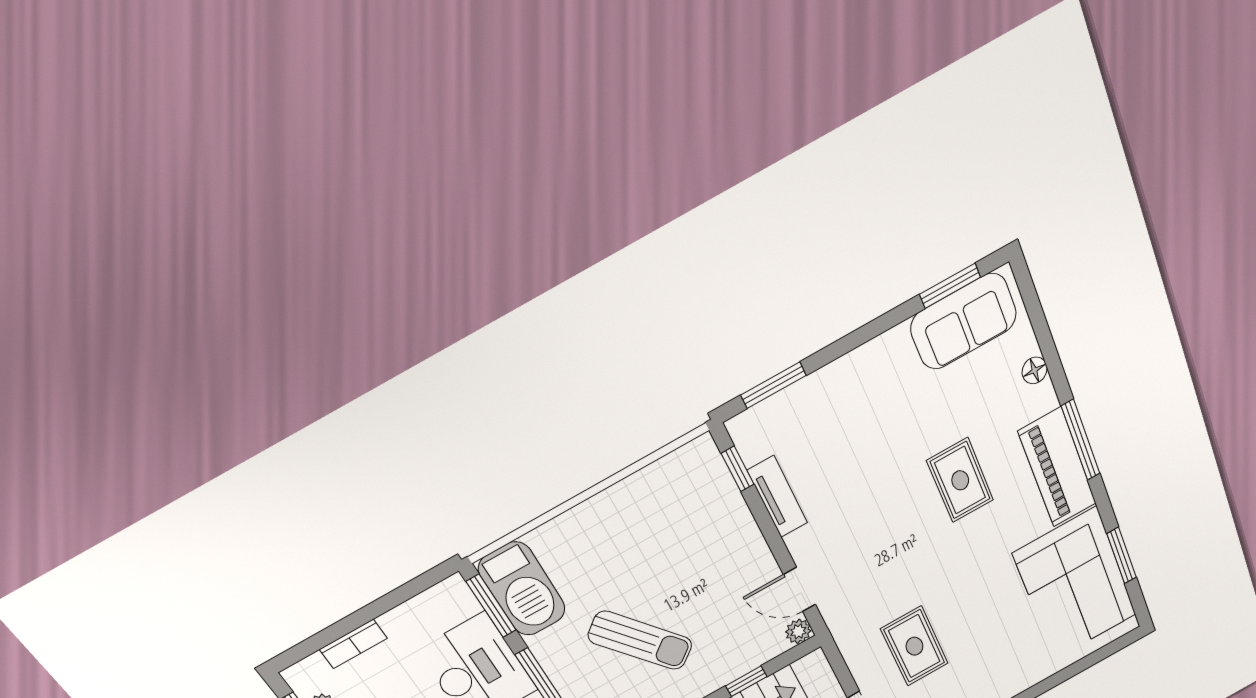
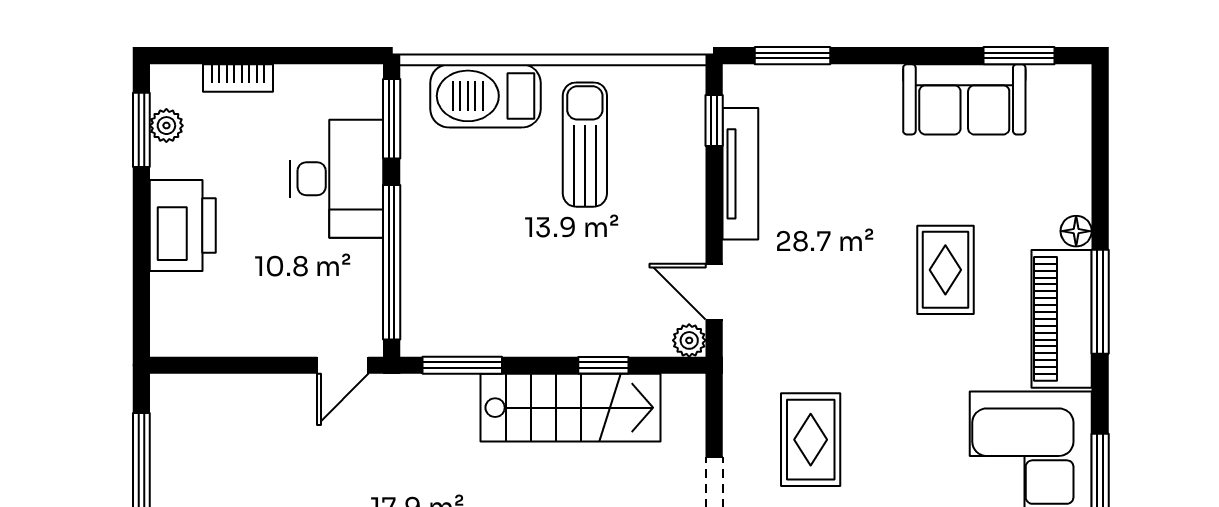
sofa: (964, 321) -> (964, 99), moved
floor lamp: (1035, 370) -> (1076, 231), moved
tv unit: (777, 497) -> (740, 174), width x1.41
barbecue: (522, 589) -> (485, 96), moved, turned 90
sun lounger: (640, 640) -> (585, 145), moved, turned -141

